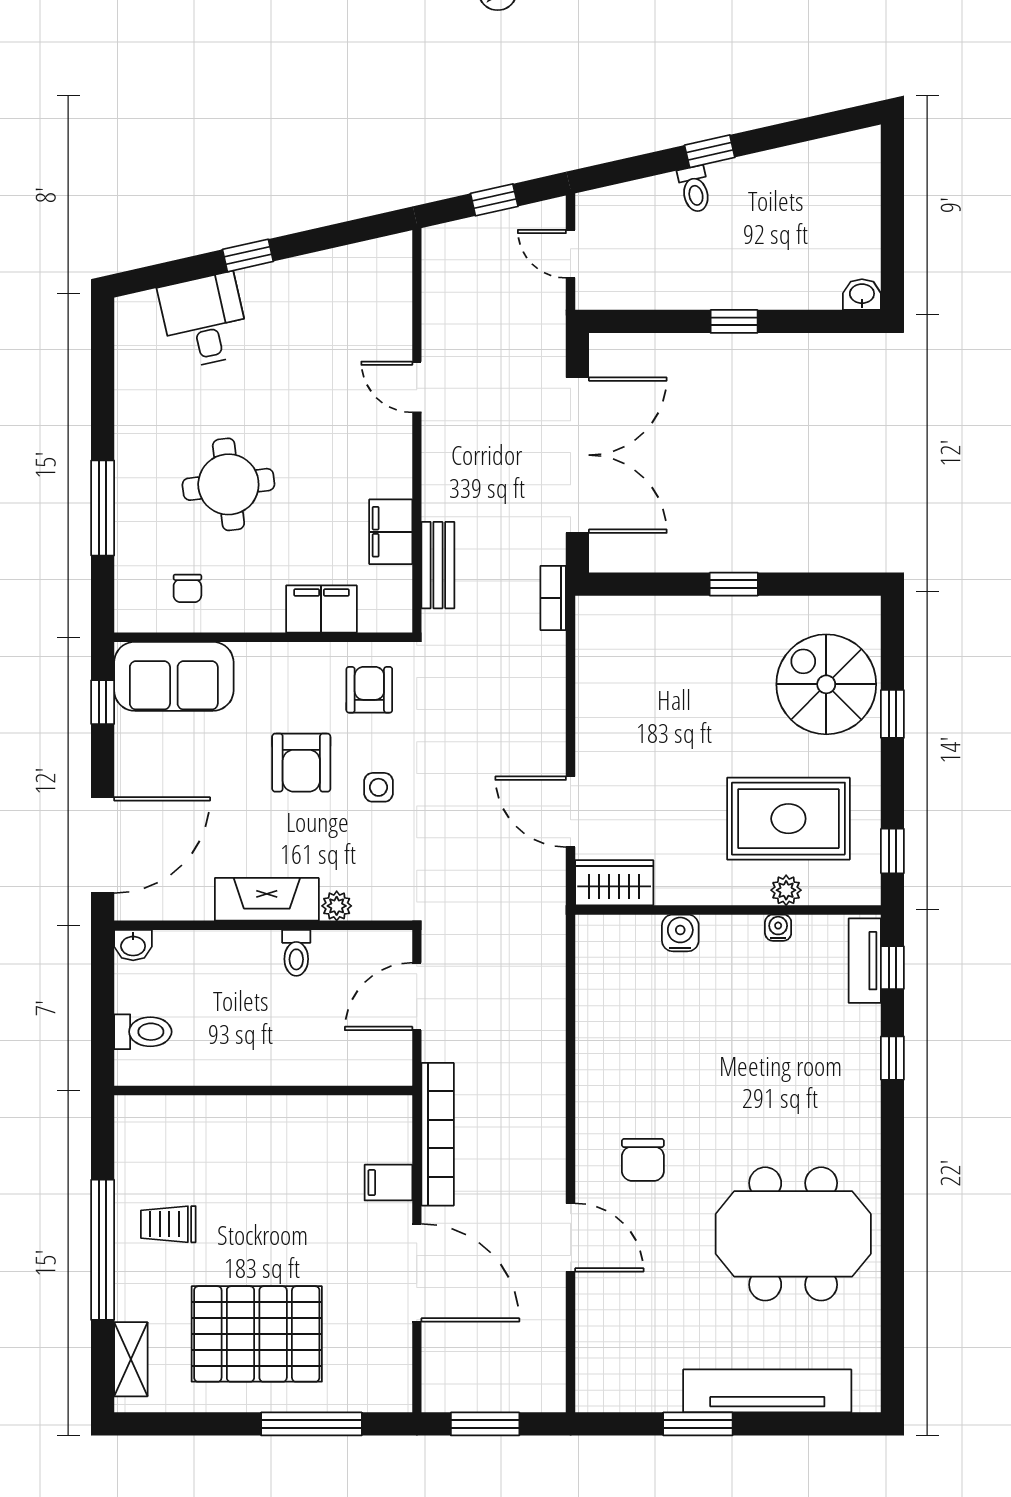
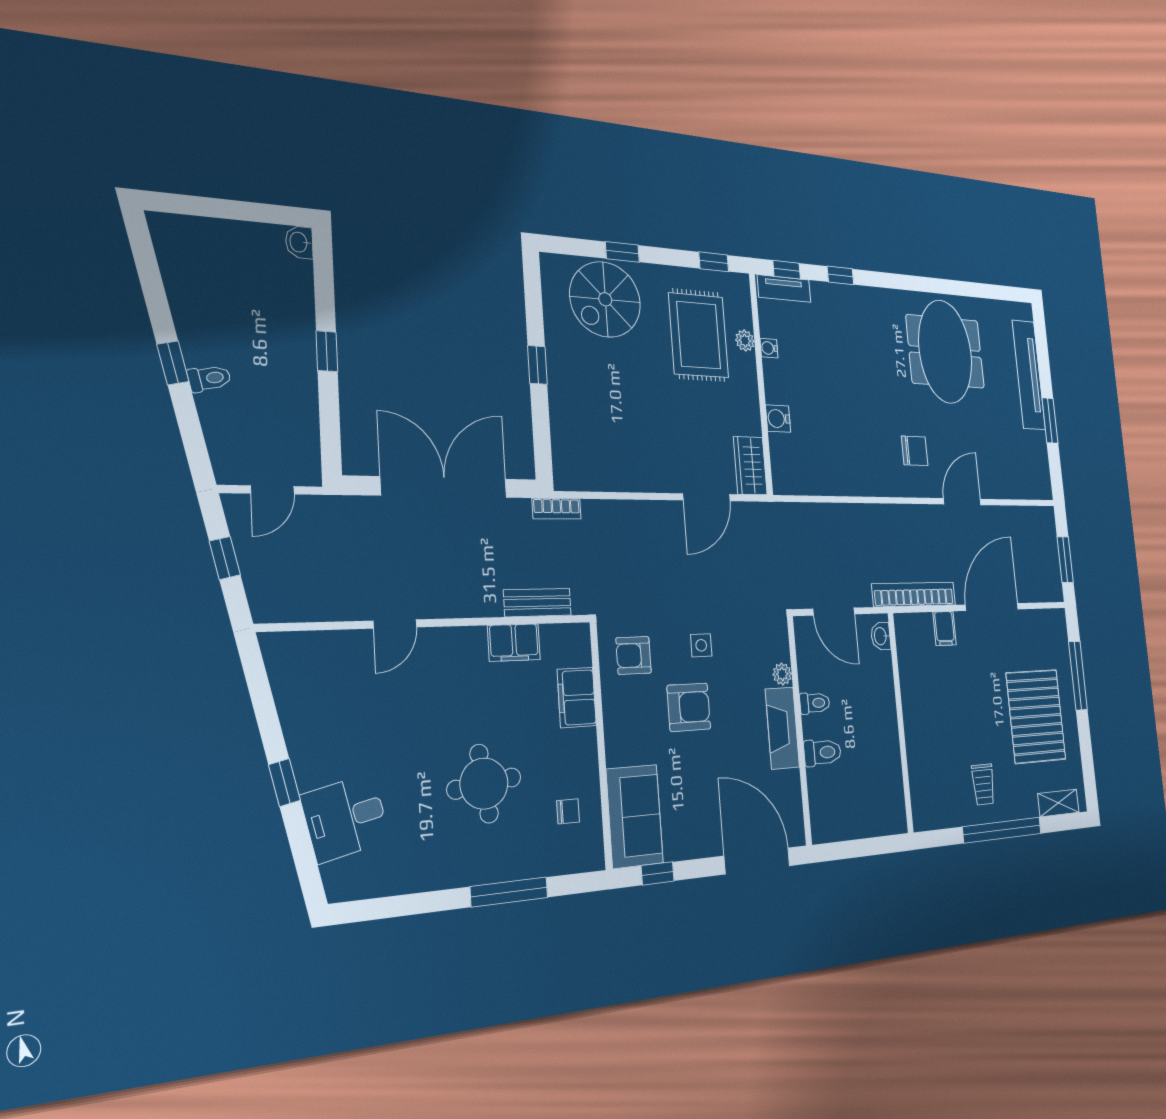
washbasin: (133, 945) -> (881, 636), moved, turned 180
toilet: (143, 1032) -> (822, 752), moved, turned 90

